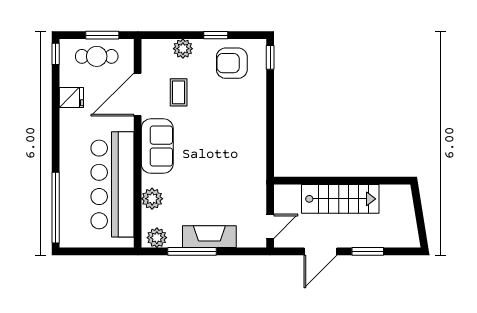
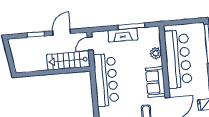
bar counter: (247, 158) -> (106, 80), added
stairs: (340, 199) -> (68, 61), moved
plant: (157, 238) -> (151, 32), removed

